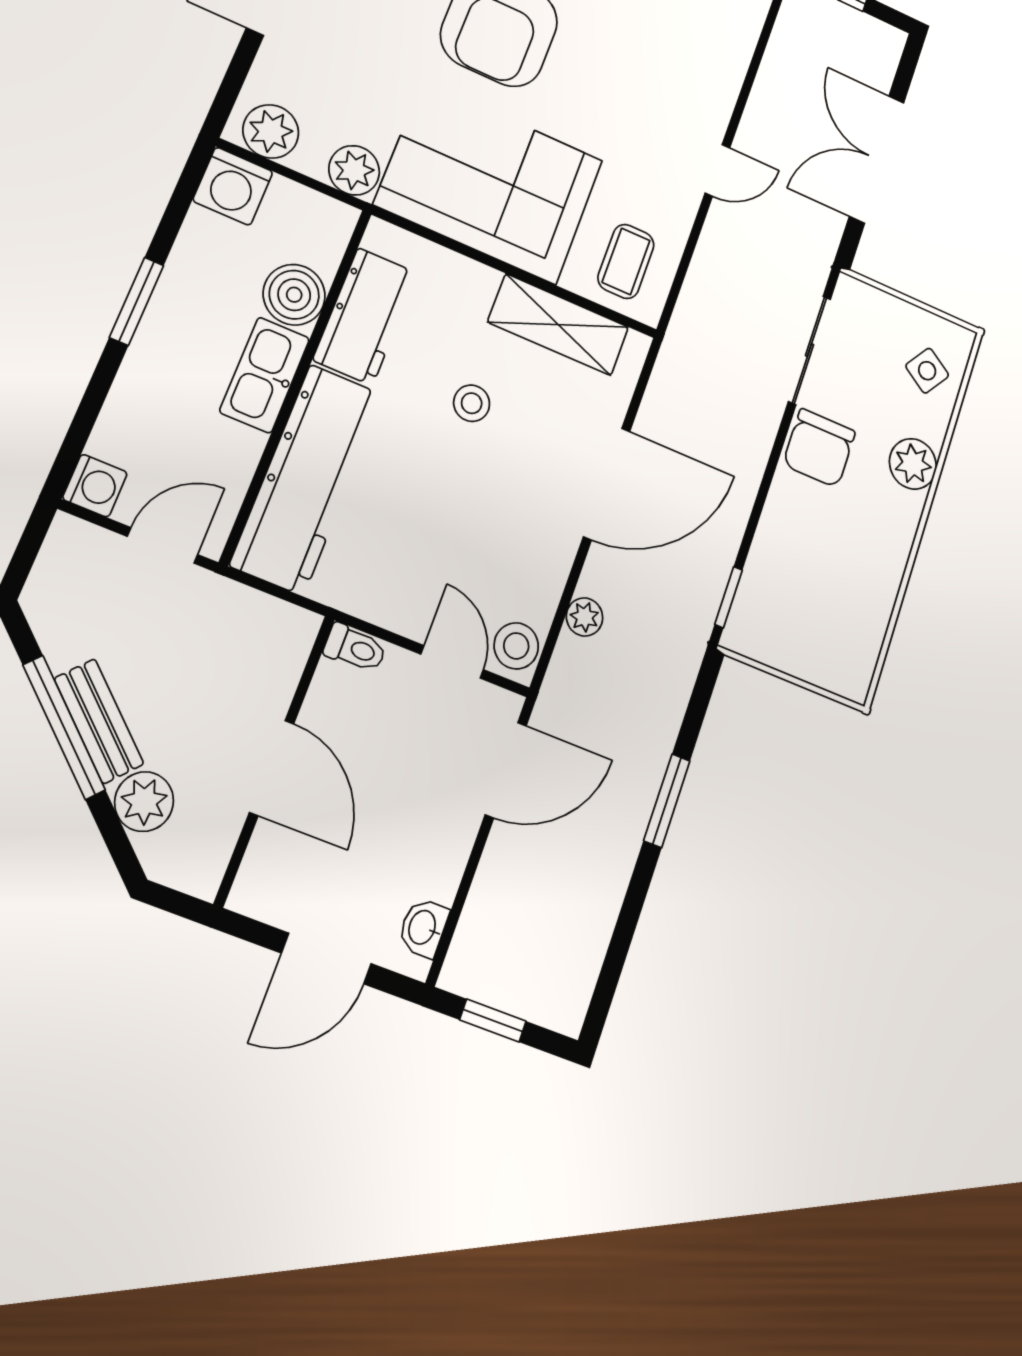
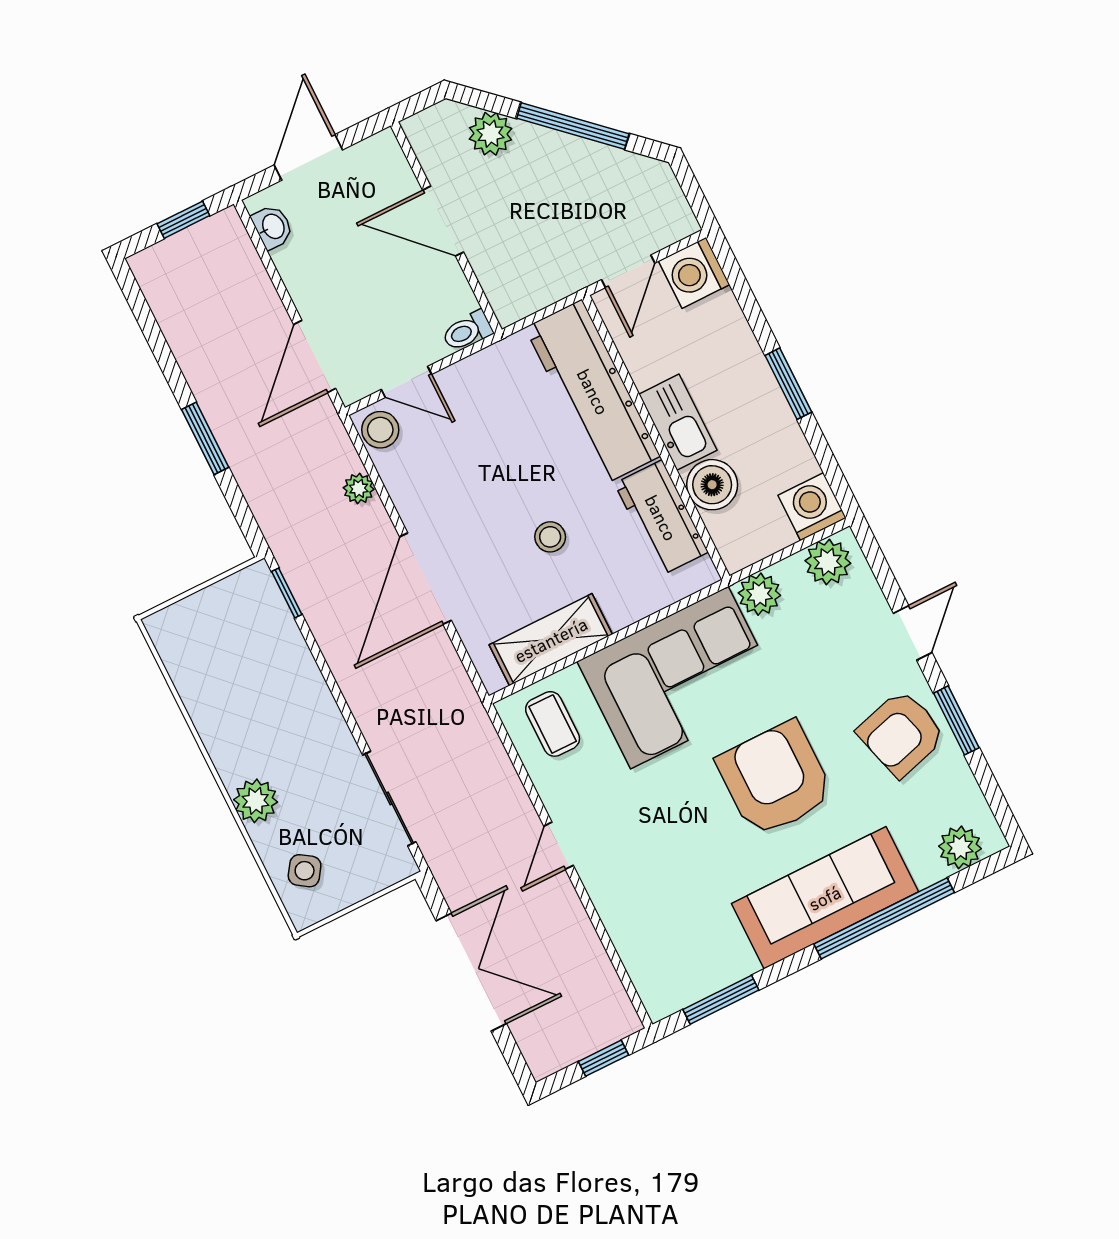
chair: (819, 448) -> (323, 744), removed
washing machine: (95, 486) -> (694, 273), width x1.38, depth x1.38
bench: (99, 721) -> (559, 148), removed

